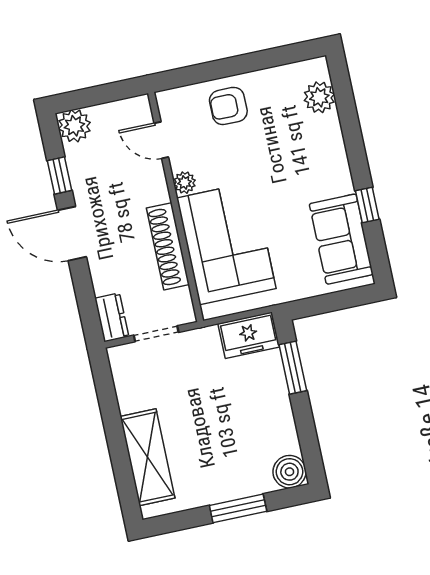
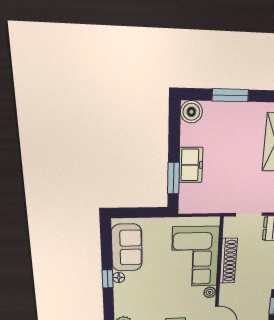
floor lamp: (344, 184) -> (119, 278), added
window: (367, 205) -> (108, 279), moved
freezer: (249, 335) -> (191, 165), moved, turned 90

